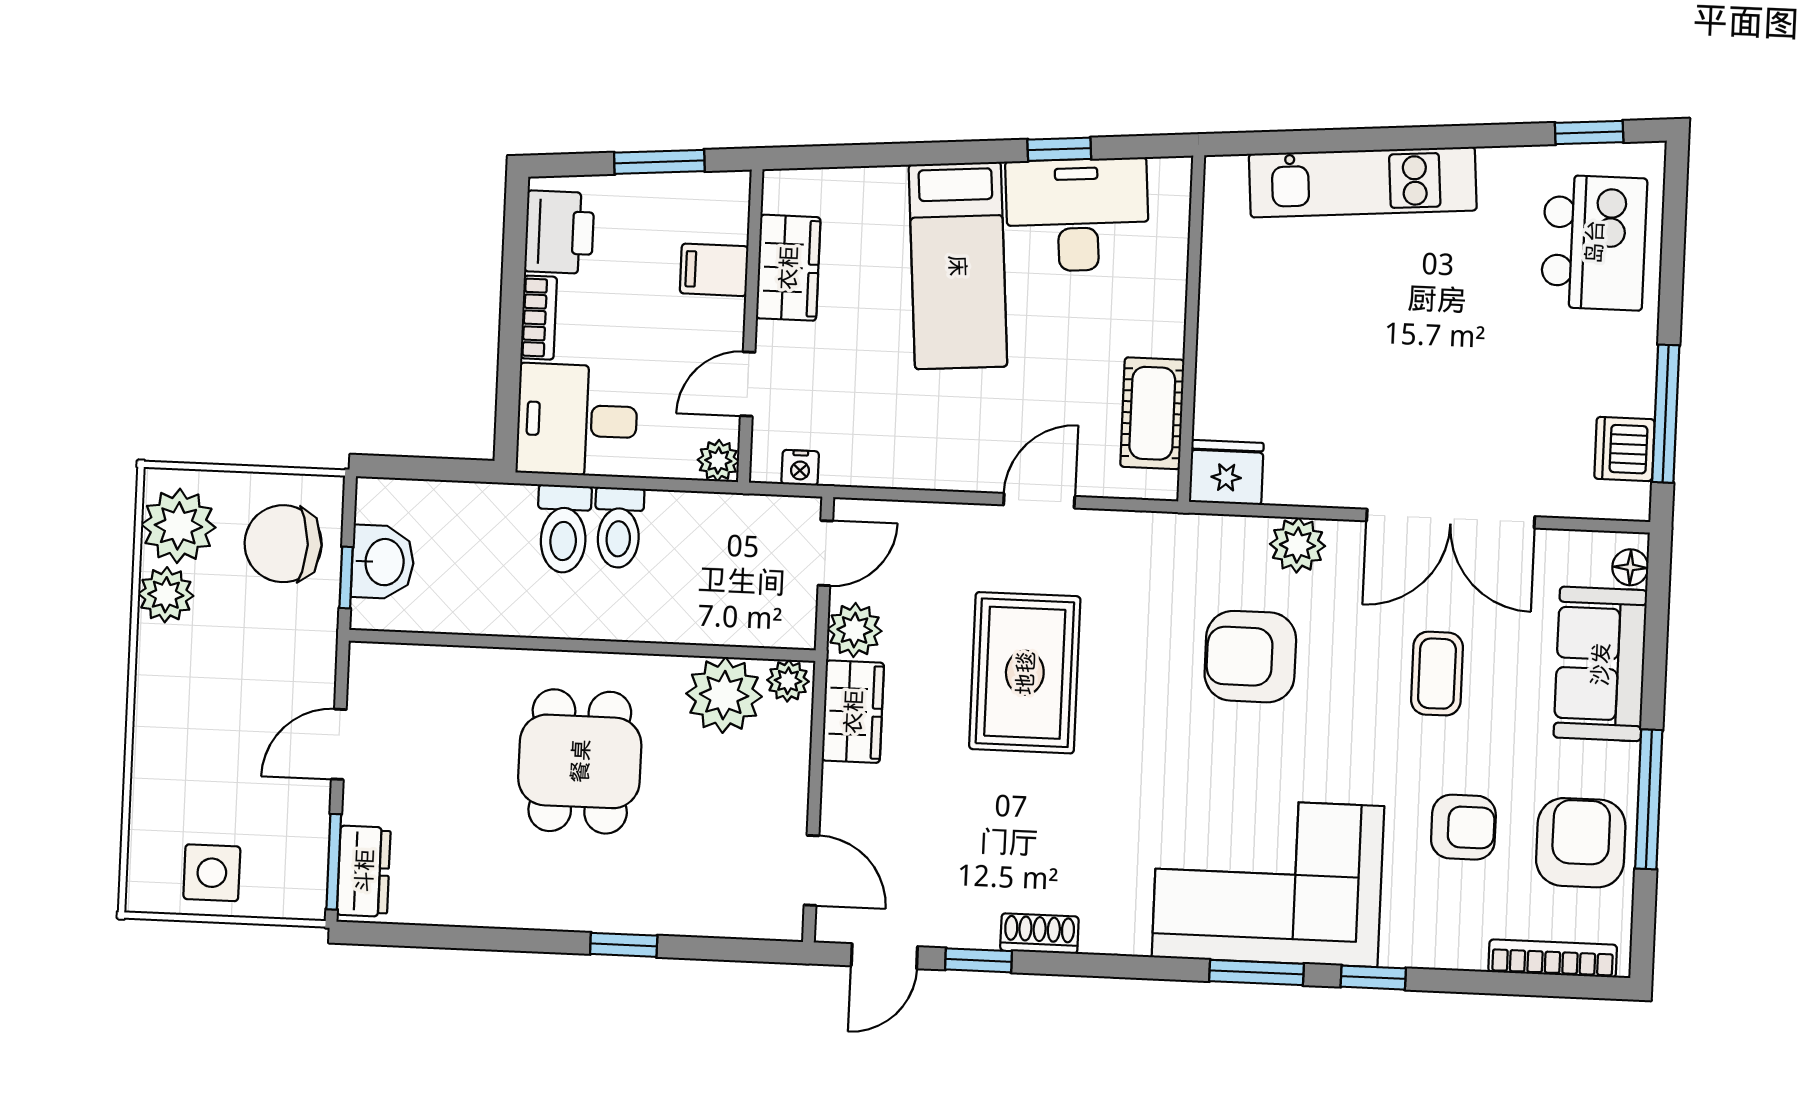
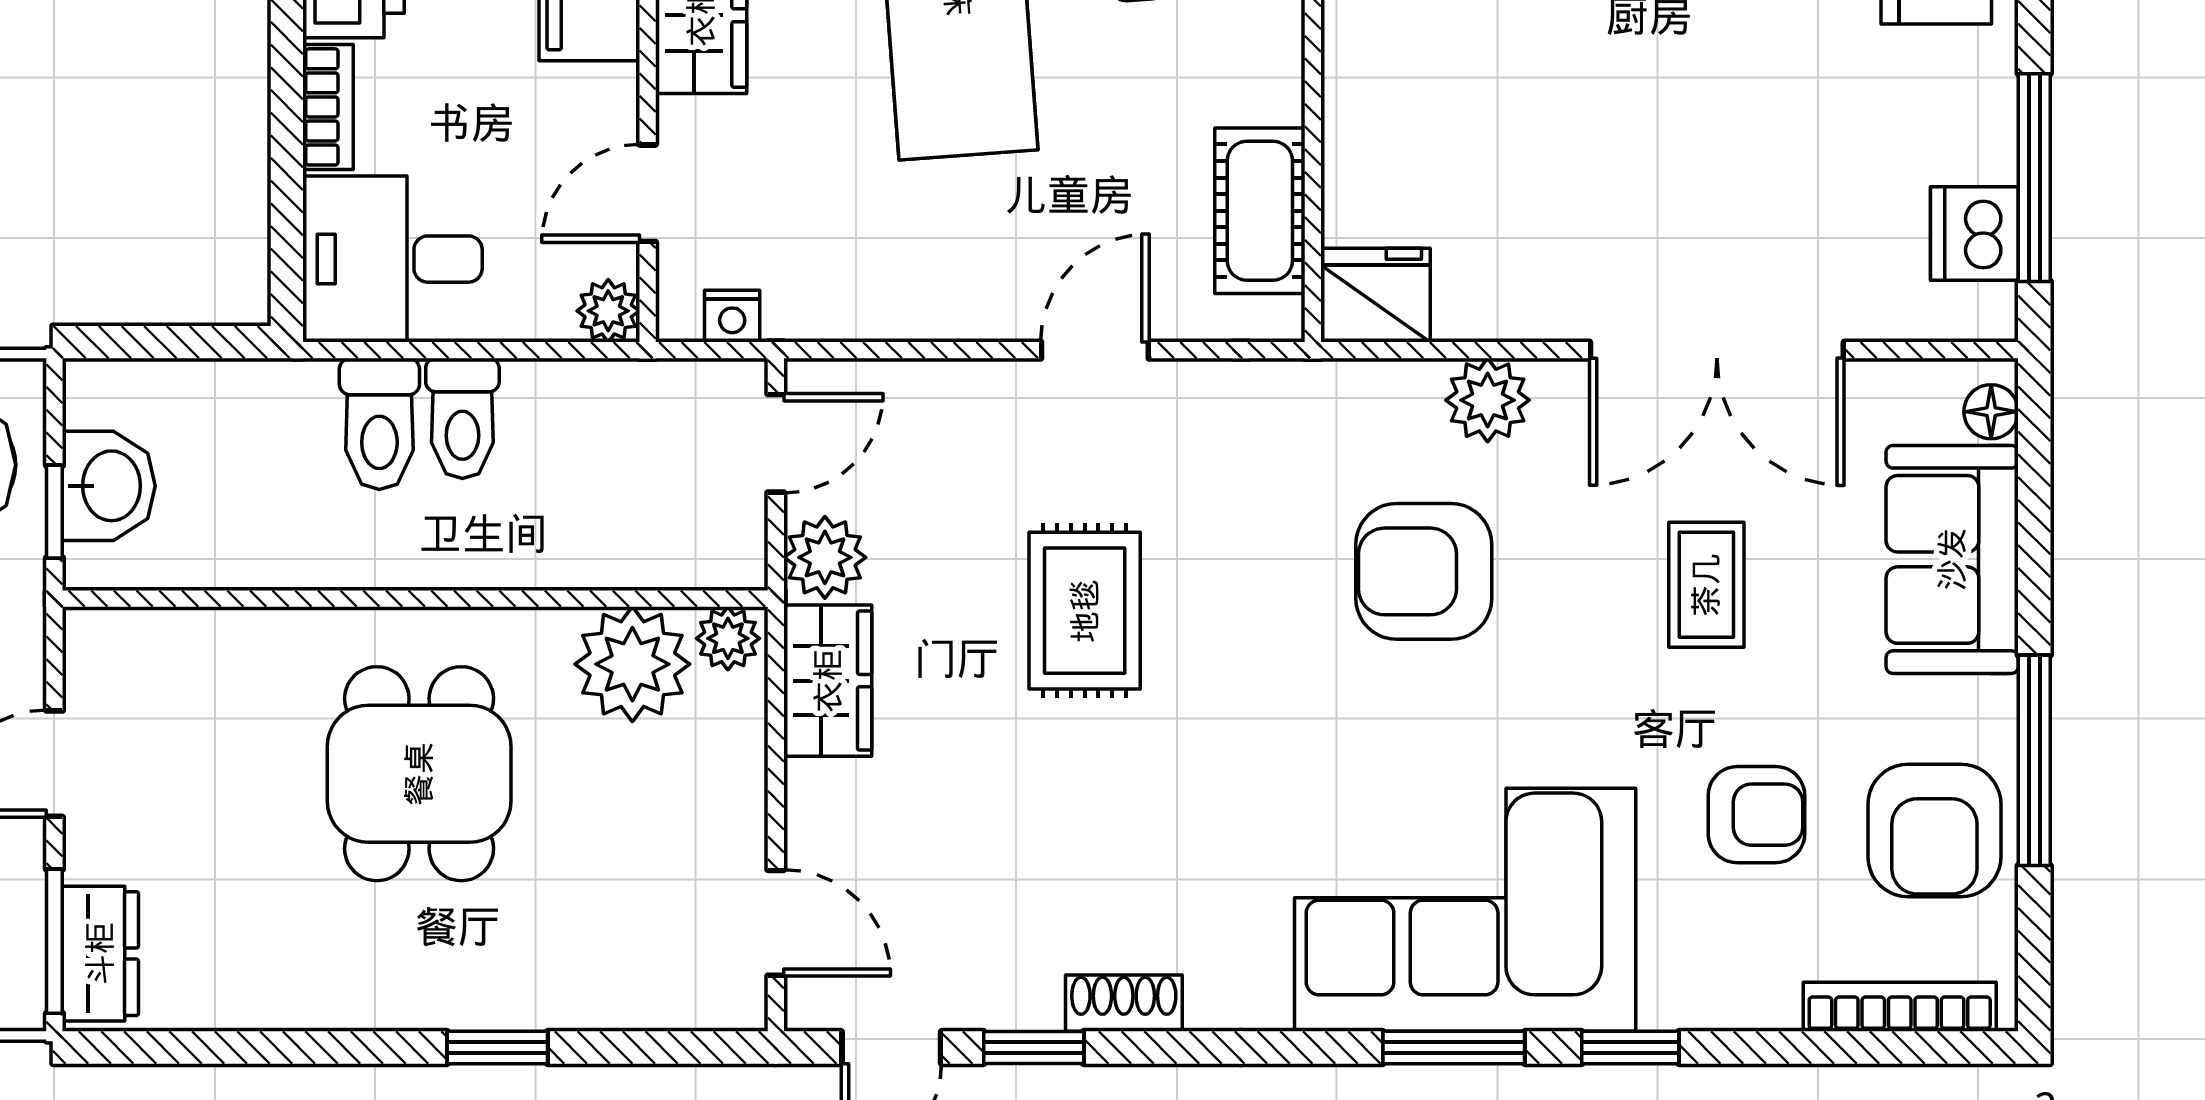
rug: (1025, 673) -> (1085, 611), width x0.73, depth x0.70
armchair: (1581, 843) -> (1934, 830), turned 180

